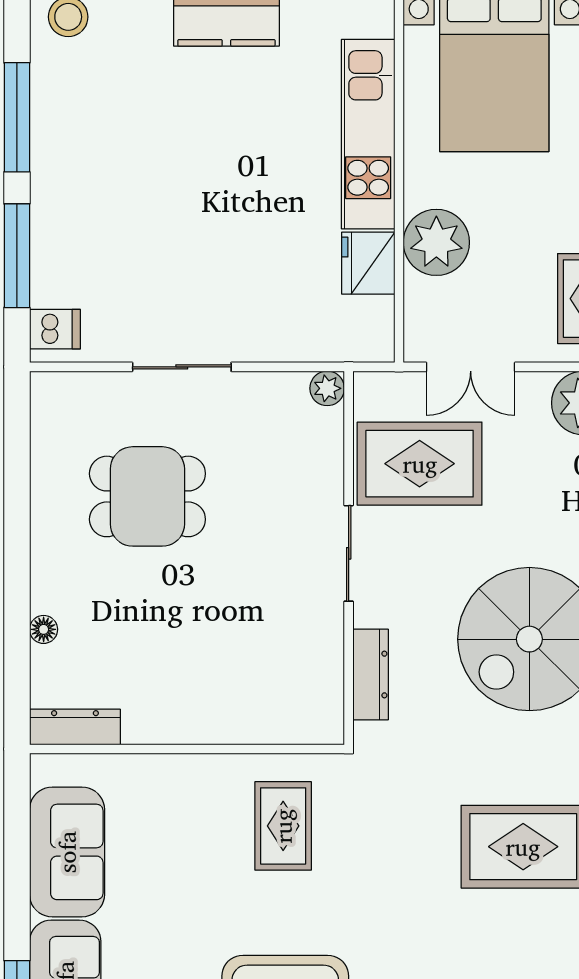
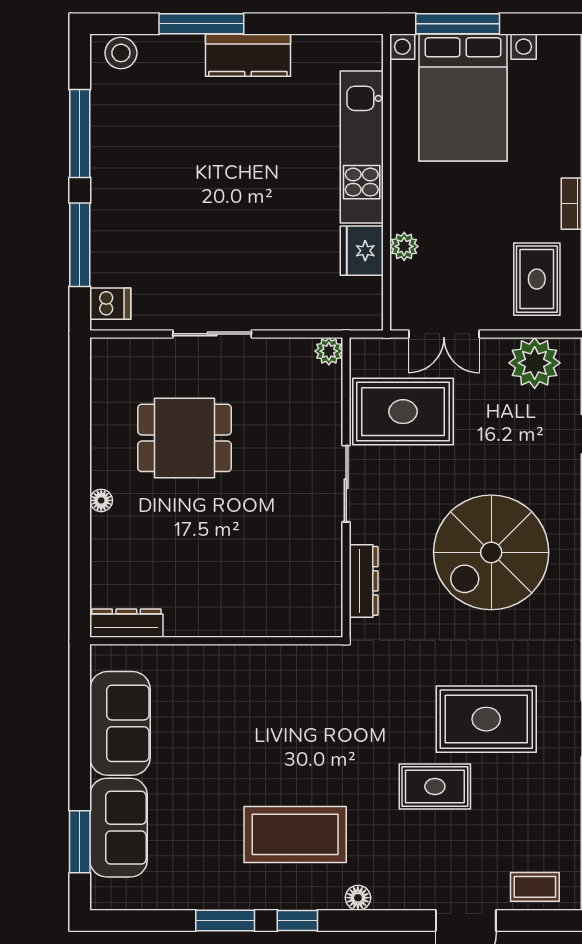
plant: (436, 242) -> (404, 246), width x0.53, depth x0.53
floor lamp: (44, 629) -> (101, 500), moved
rug: (283, 826) -> (435, 787), moved, turned 90

